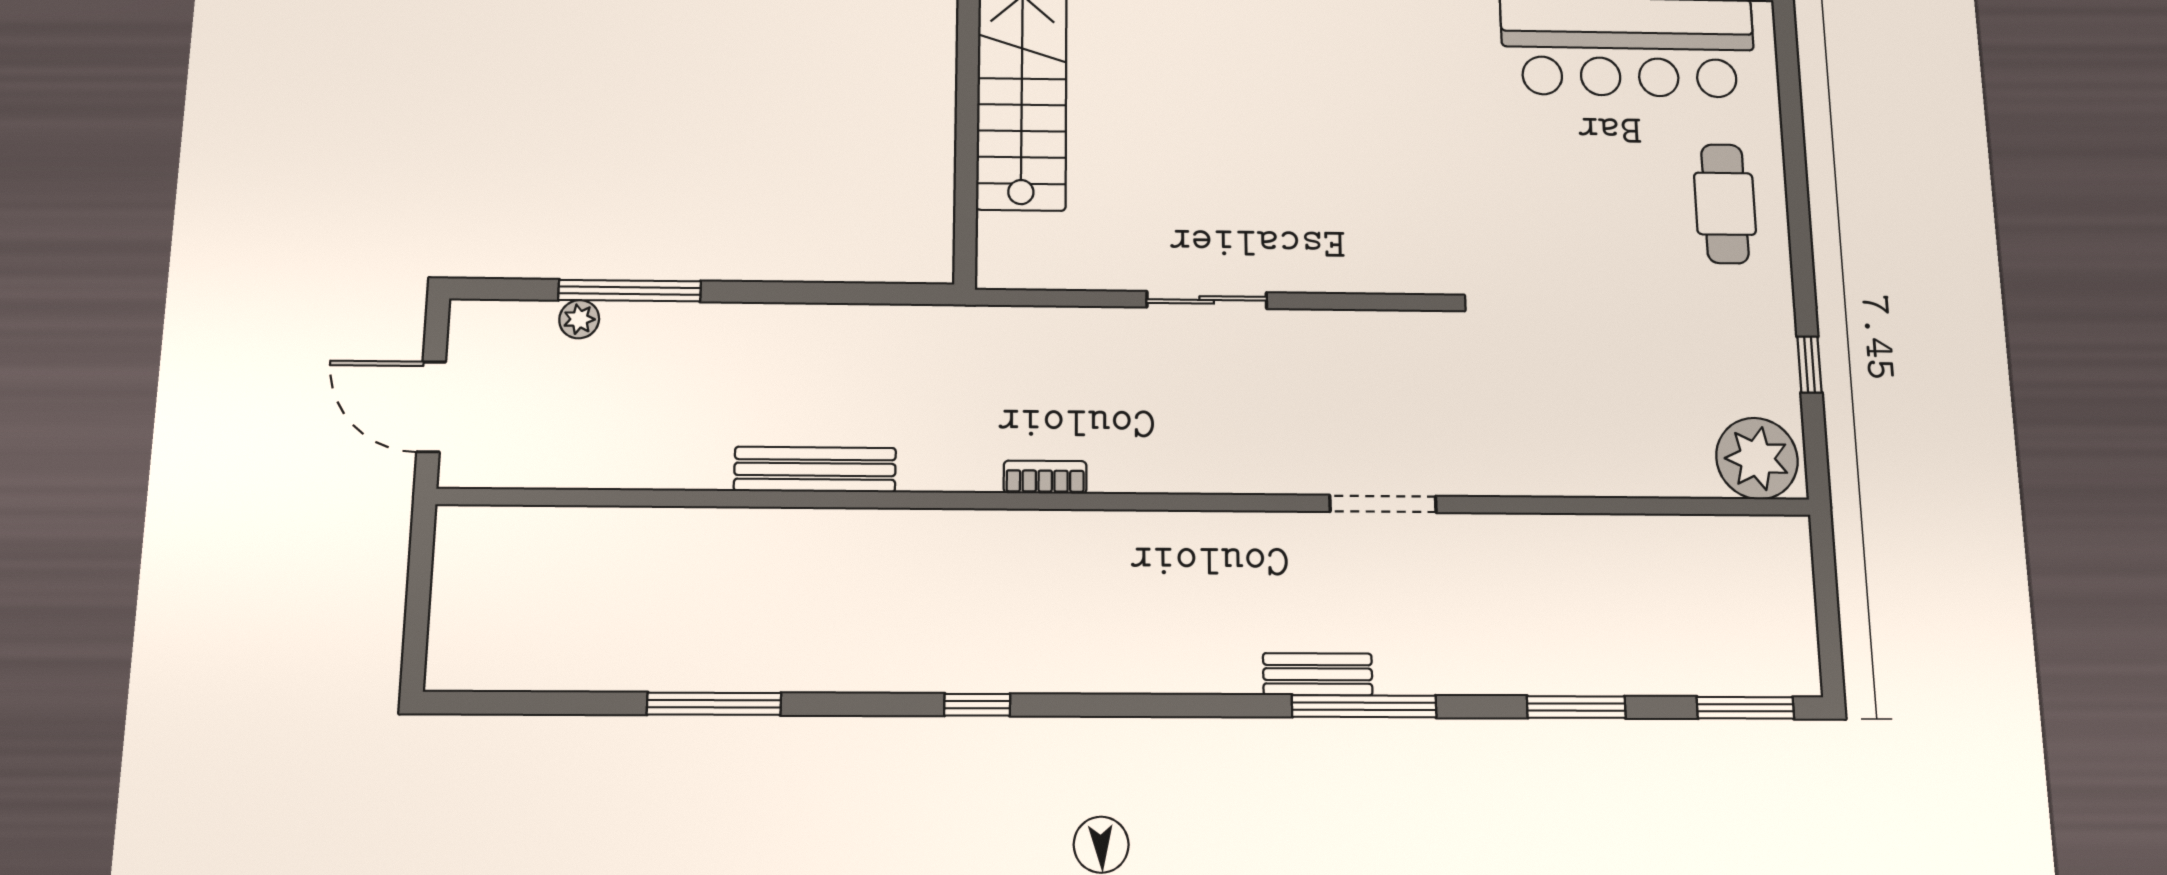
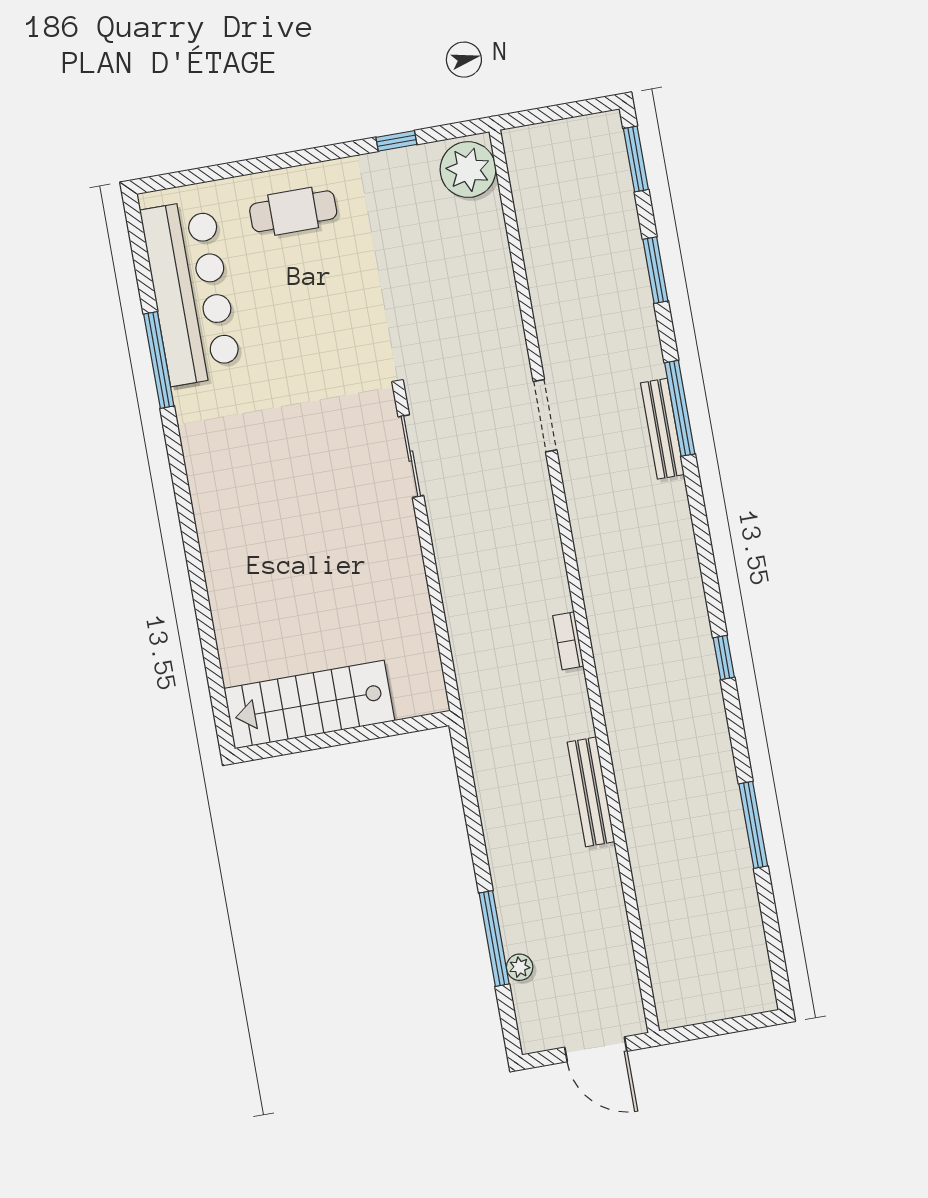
sliding door: (1207, 300) -> (411, 456), moved
door: (431, 407) -> (596, 1049), hinge flipped
bench: (1318, 674) -> (662, 429), width x1.36

